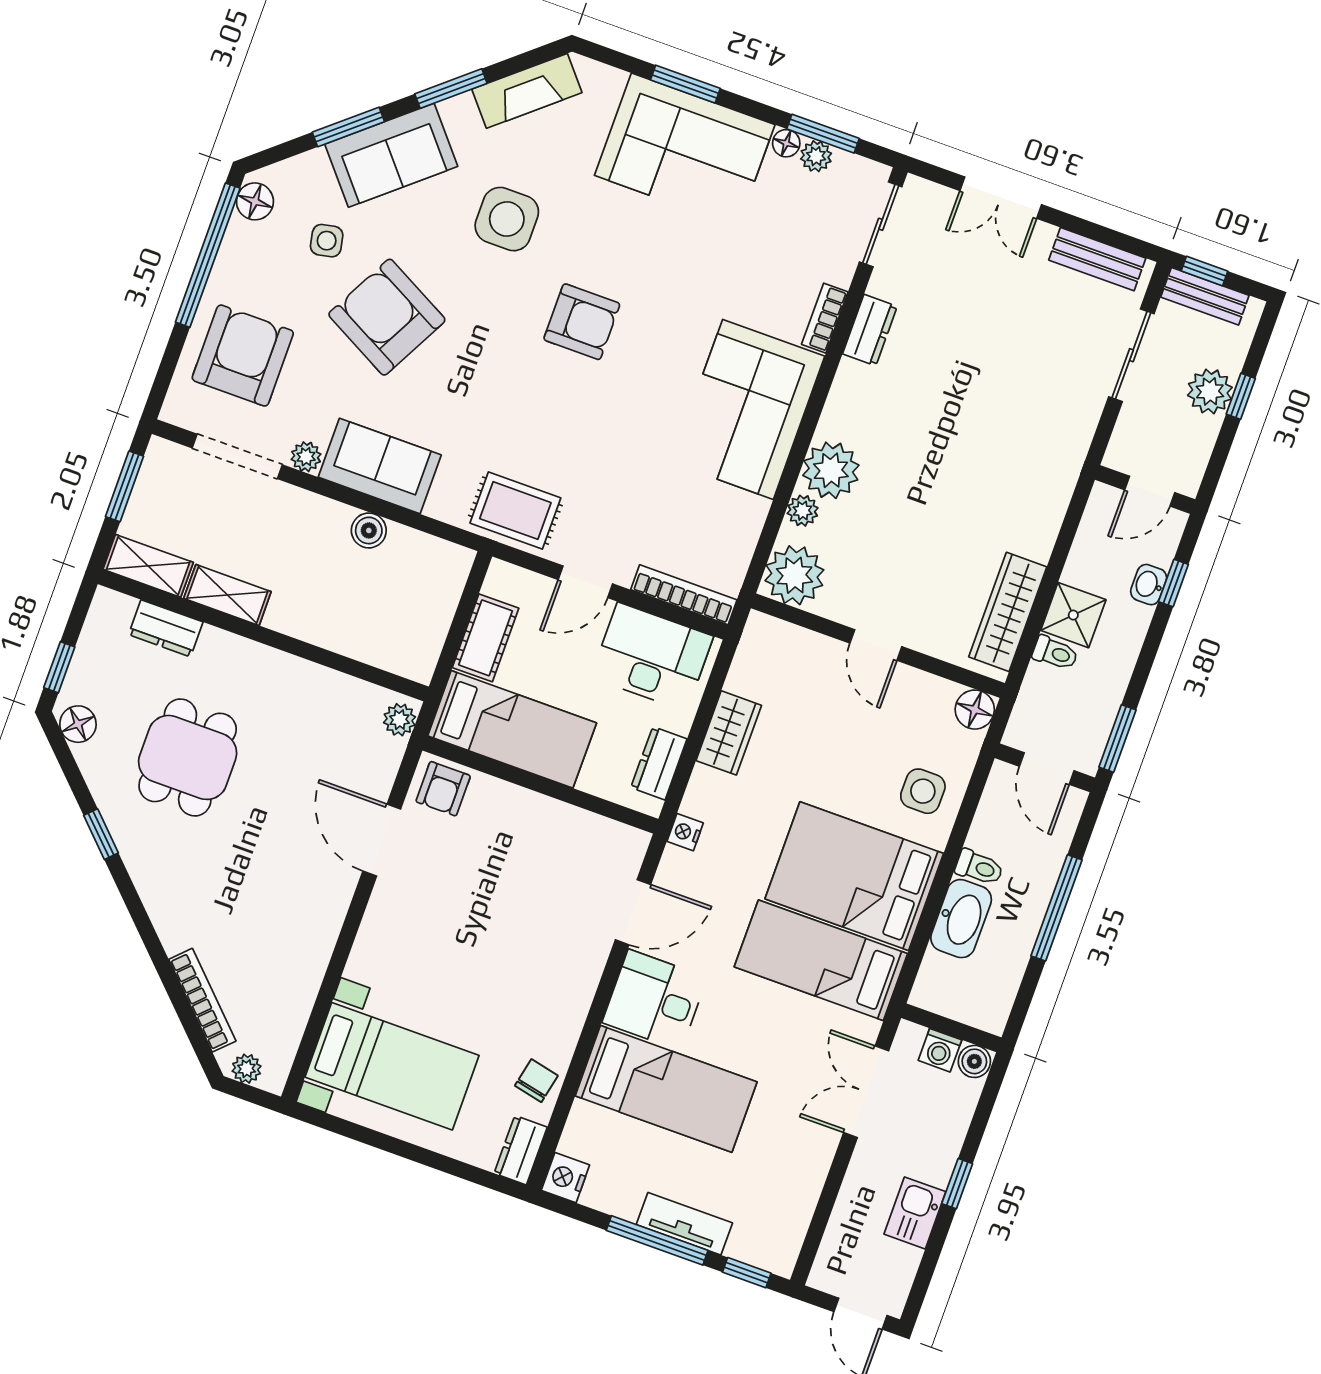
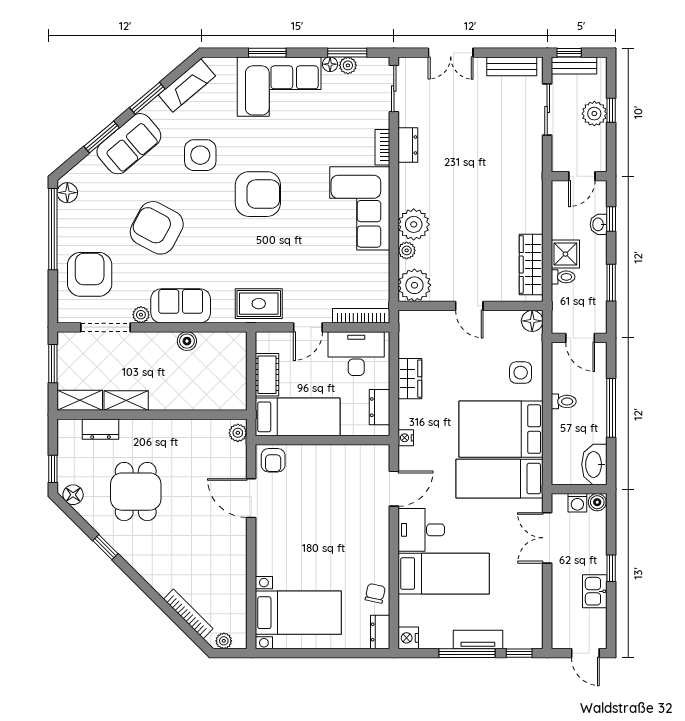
side table: (327, 241) -> (111, 200), removed
armchair: (582, 322) -> (258, 194), width x1.36, depth x1.36
window: (1117, 739) -> (611, 283), moved
washbasin: (961, 919) -> (594, 464), moved, turned 180

